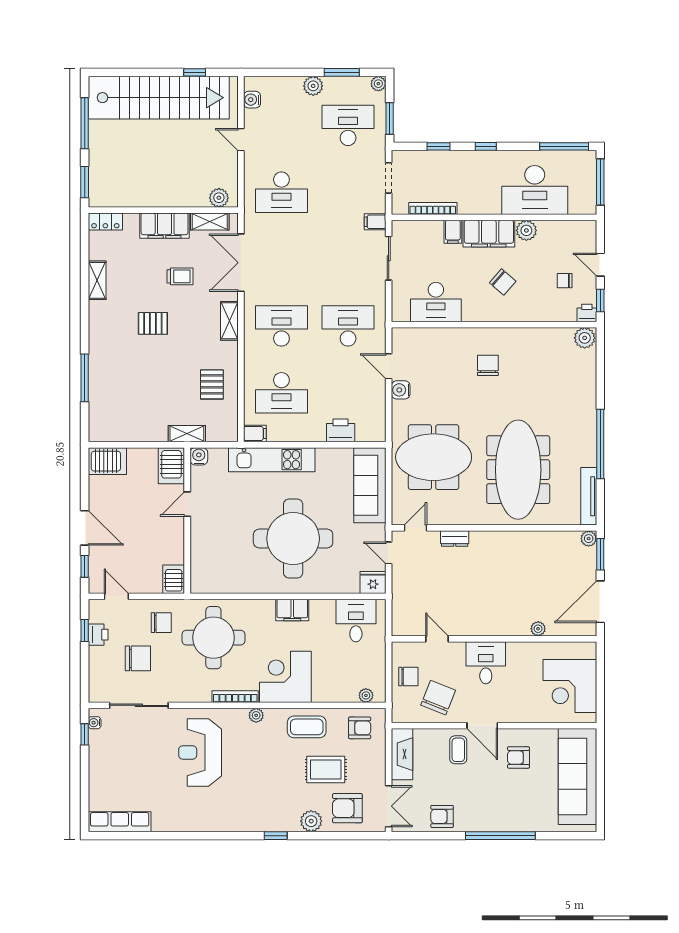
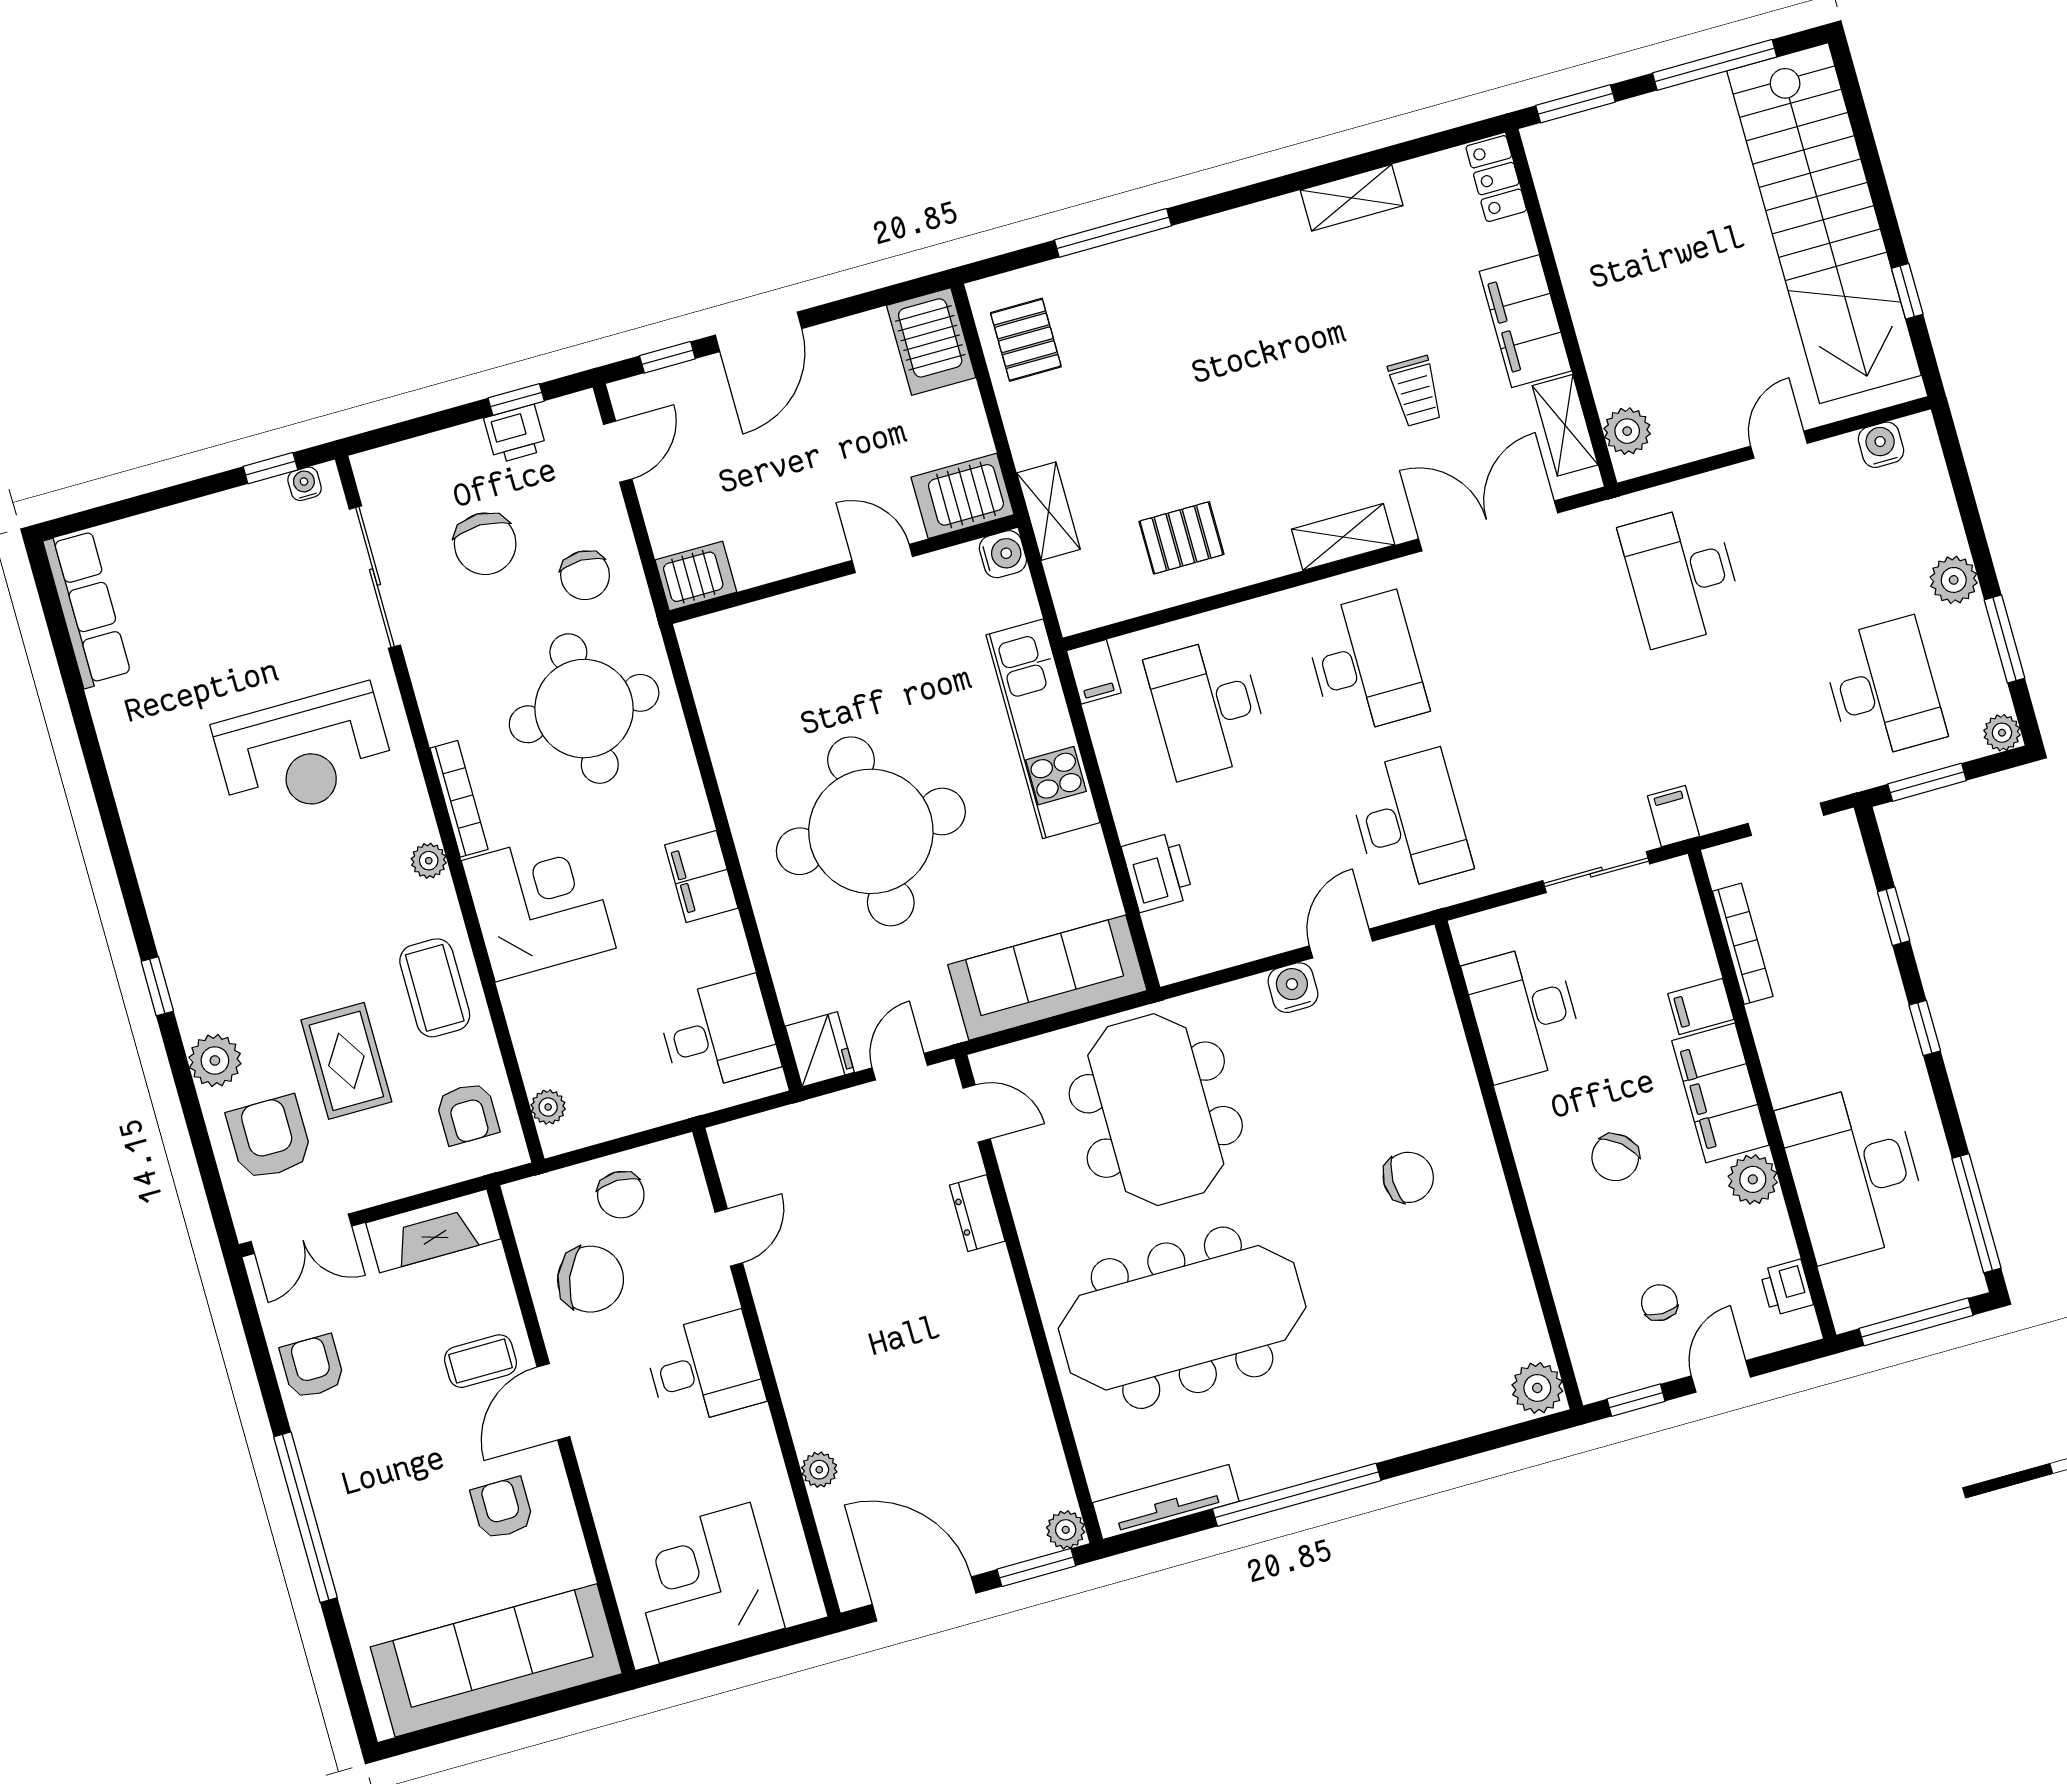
printer: (587, 313) -> (1786, 1288), moved, turned 180
pallet: (153, 323) -> (1026, 340), moved
reception desk: (200, 752) -> (304, 753), turned 180

